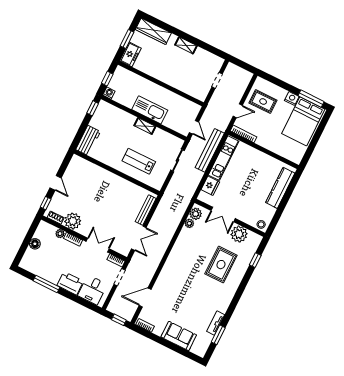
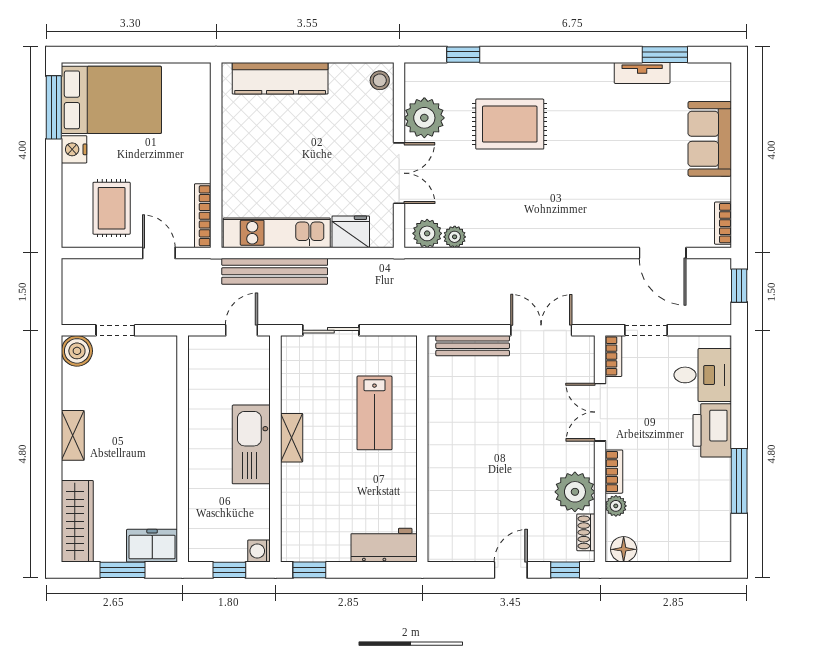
boiler: (217, 62) -> (77, 351), added
floor lamp: (35, 244) -> (624, 549), moved

